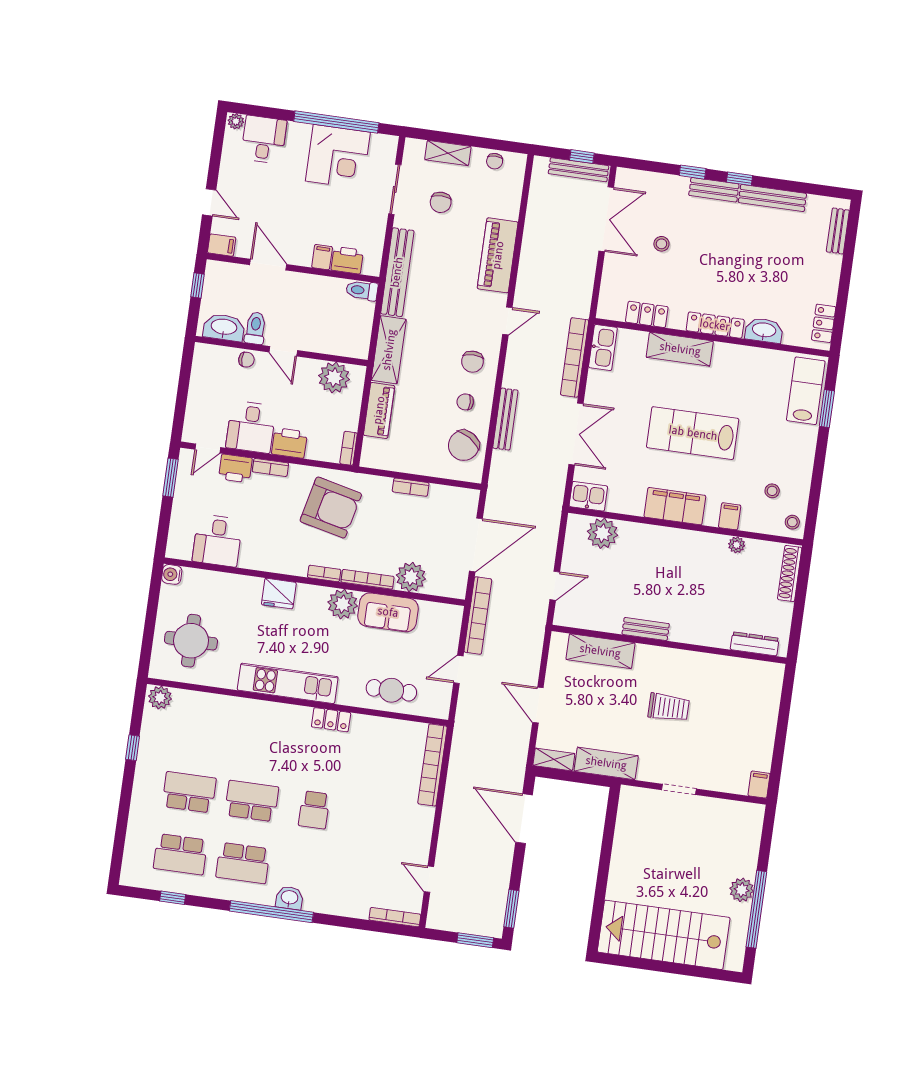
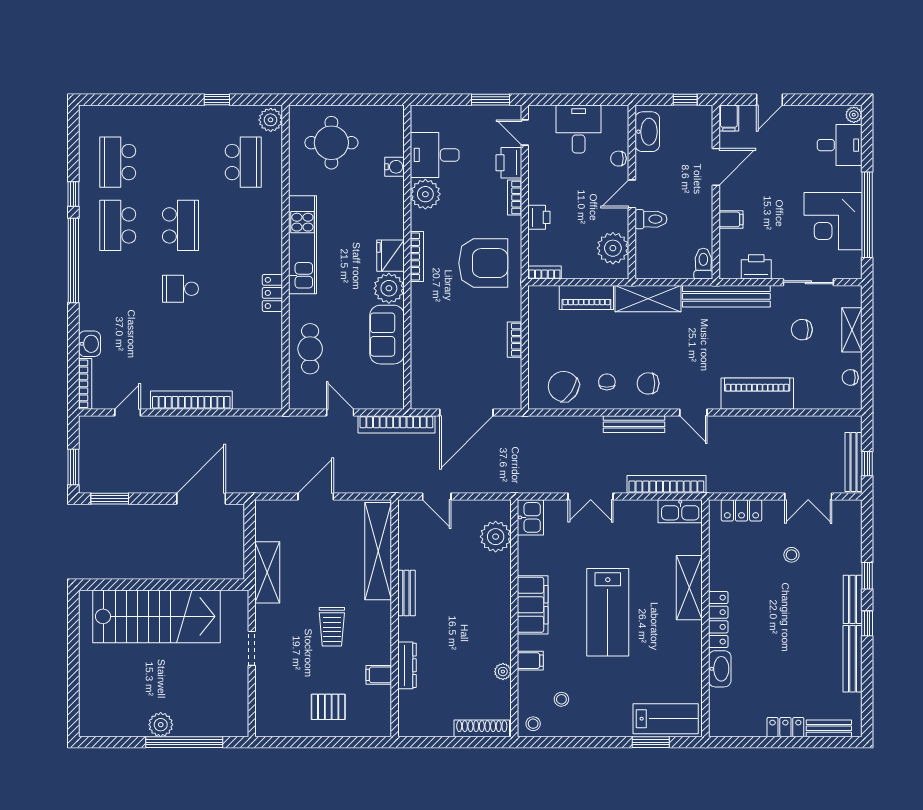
double door: (606, 219) -> (808, 496), width x0.73
printer: (347, 260) -> (756, 267), moved, turned -90
locker: (647, 314) -> (741, 510), moved, turned 90
locker: (824, 323) -> (785, 727), moved
toilet: (255, 328) -> (651, 219), moved
chair: (246, 360) -> (618, 159), turned 90
bench: (505, 419) -> (634, 424), moved
desk: (251, 427) -> (579, 129), moved, turned 90
lab bench: (693, 433) -> (608, 612), turned 180
double door: (576, 434) -> (591, 496), width x0.73
printer: (289, 443) -> (539, 217), width x0.73, depth x0.81
armchair: (331, 508) -> (483, 263), turned -103
door: (476, 545) -> (466, 412), hinge flipped
bookcase: (324, 573) -> (417, 257), width x1.56
water cooler: (172, 574) -> (395, 167), moved, turned 90
plant: (411, 577) -> (425, 194), moved
bookcase: (367, 579) -> (417, 310), removed
fridge: (279, 594) -> (390, 256), moved
dresser: (755, 644) -> (407, 665), moved
shelving: (600, 651) -> (378, 551), width x1.47
pallet: (747, 722) -> (328, 707), added
shelving: (554, 760) -> (264, 520), removed
bookcase: (432, 765) -> (191, 400), moved
filing cabinet: (759, 785) -> (379, 675), moved, turned 180
school desk: (189, 792) -> (243, 162), moved
window: (173, 898) -> (73, 194), moved
washbasin: (289, 898) -> (90, 344), moved
window: (756, 909) -> (184, 742), moved
stairs: (664, 935) -> (156, 616), moved, turned 90

